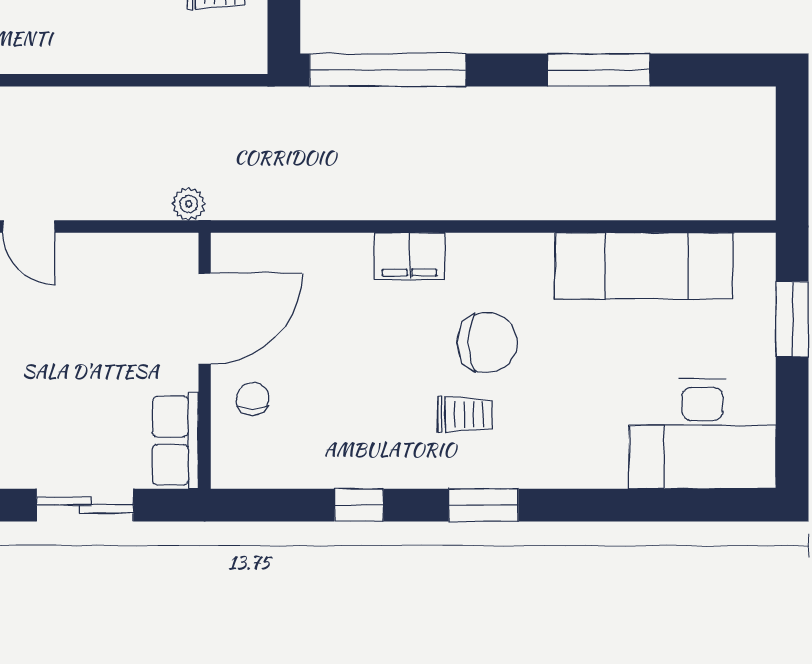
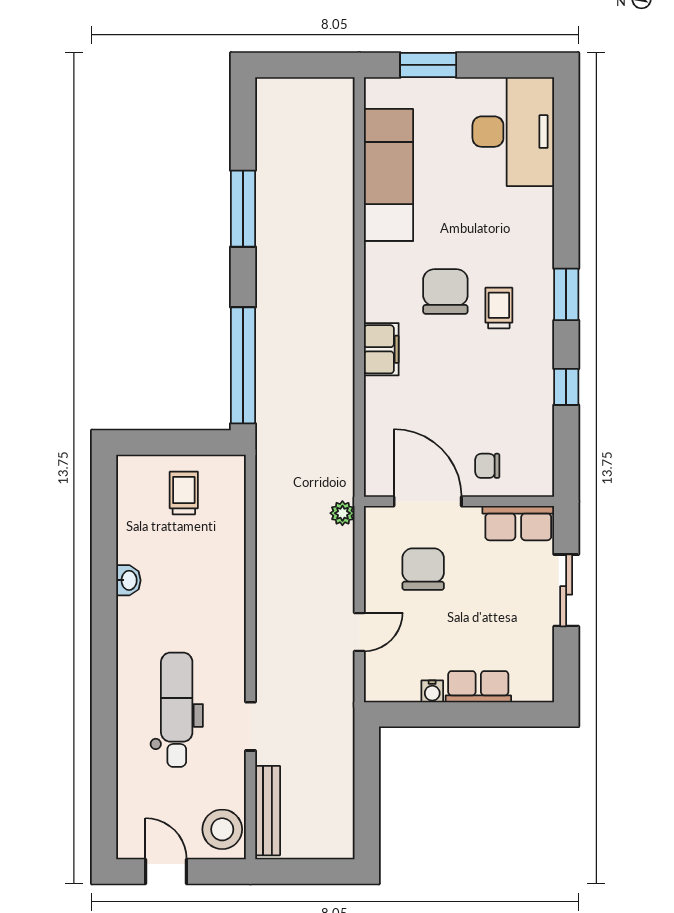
chair: (114, 313) -> (423, 569), added

